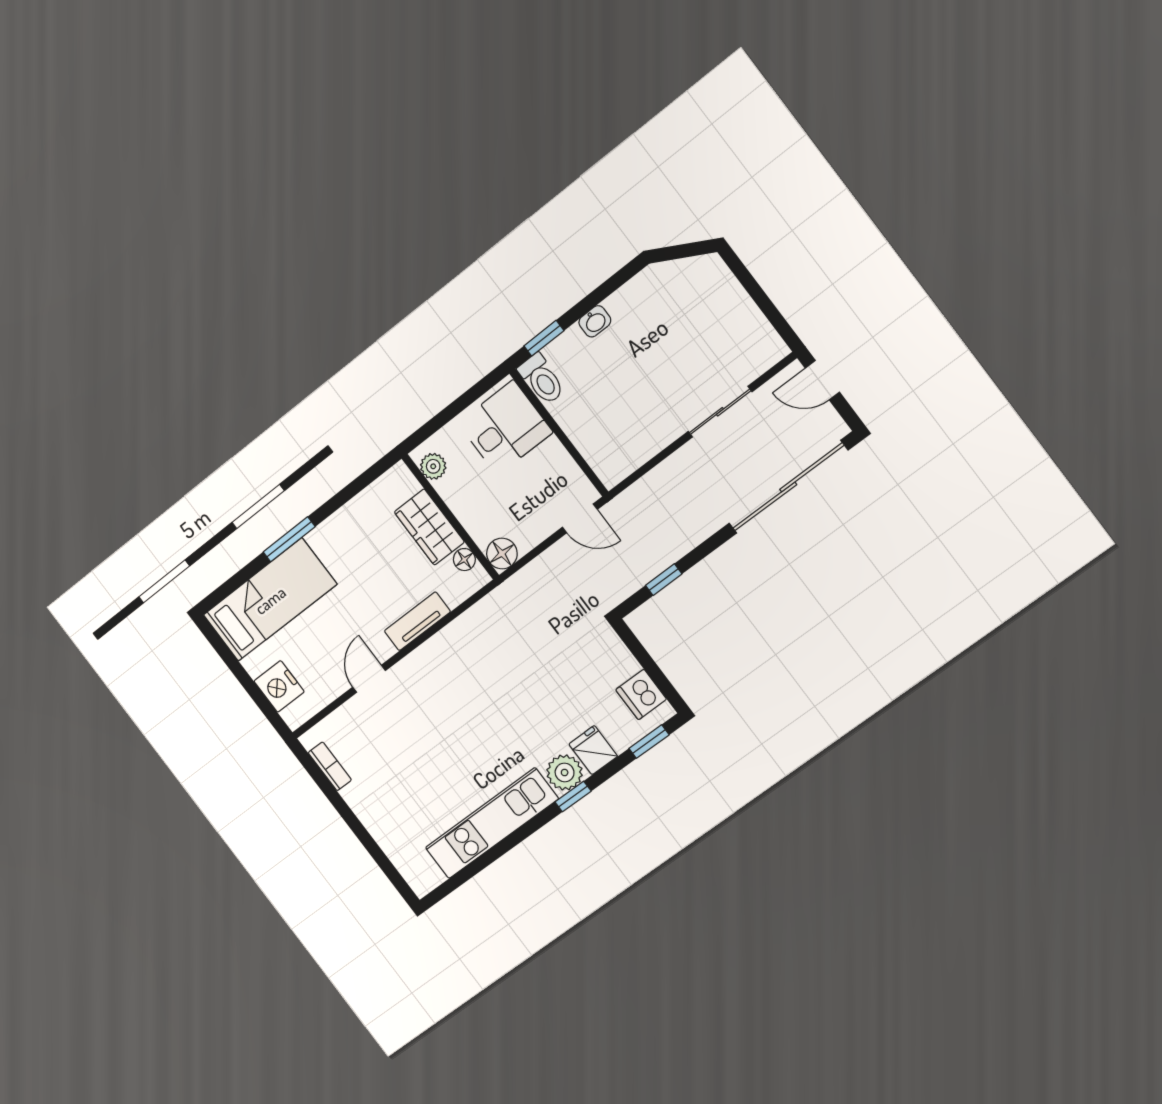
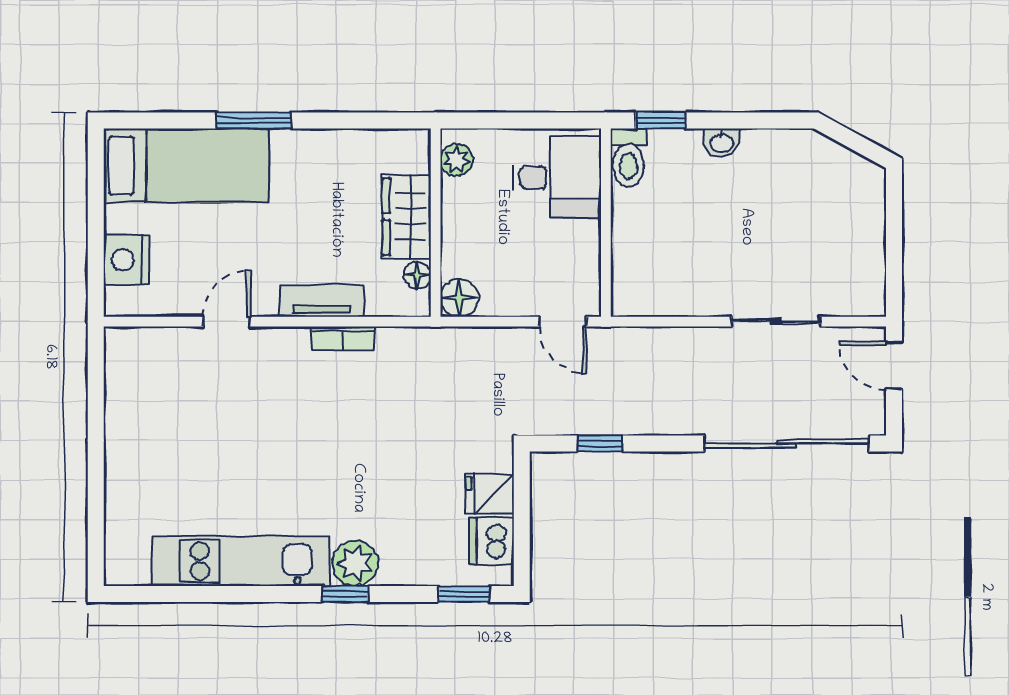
fridge: (593, 750) -> (490, 494), moved, turned -90
bookcase: (330, 766) -> (343, 339), moved, turned 90

